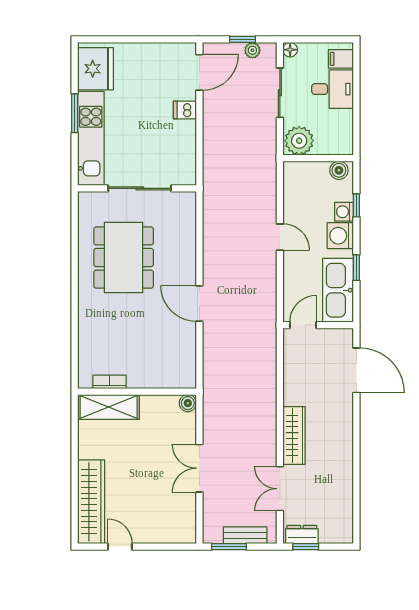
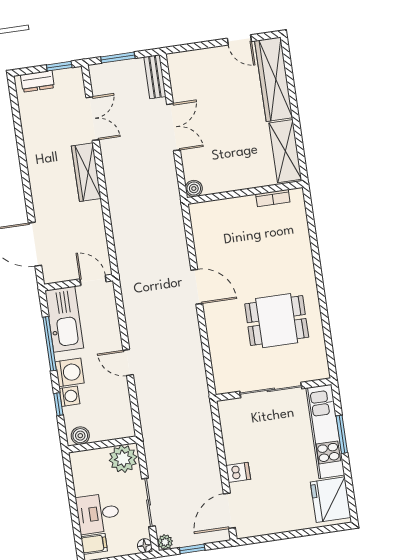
plant: (252, 50) -> (165, 542), moved
window: (75, 113) -> (342, 434), moved
dining table: (124, 258) -> (277, 321), width x0.73
window: (356, 268) -> (50, 344), width x2.17
door: (303, 325) -> (93, 280), swing flipped
shelving: (109, 407) -> (285, 151), moved, turned 90
dresser: (302, 534) -> (37, 81), moved
bench: (245, 535) -> (155, 77), moved, turned 90
window: (229, 547) -> (118, 58), moved

